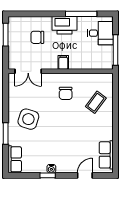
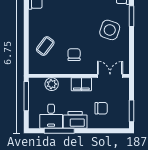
desk: (100, 33) -> (51, 116), moved, turned -90
filing cabinet: (63, 62) -> (81, 84), width x2.00
plant: (89, 63) -> (52, 84), added

